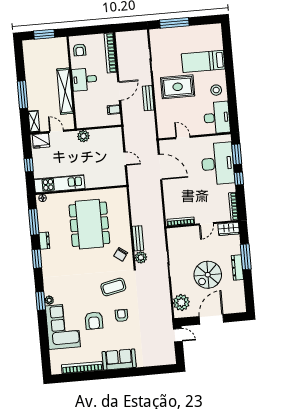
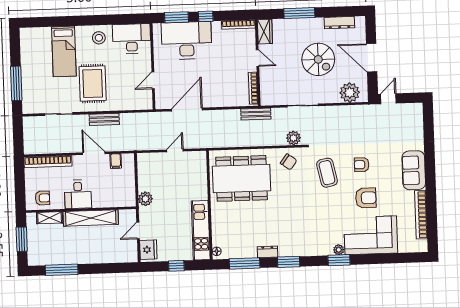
window: (23, 95) -> (62, 270), moved
shelving: (34, 121) -> (50, 218), moved
dining table: (89, 224) -> (242, 178), moved
bench: (138, 238) -> (256, 114), moved
dresser: (237, 267) -> (339, 23), moved

